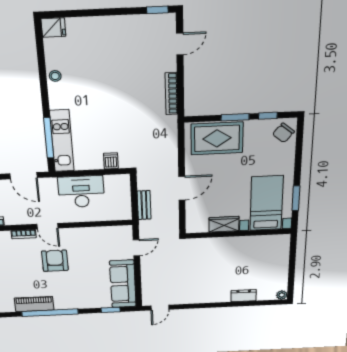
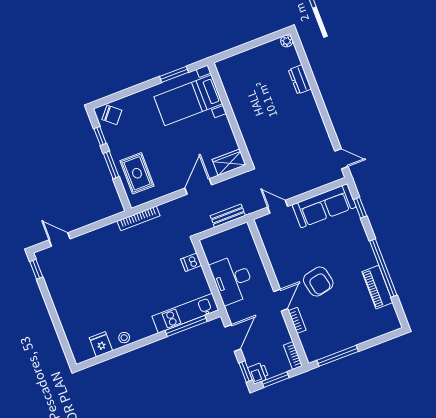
fridge: (53, 28) -> (101, 344), moved
bookcase: (171, 94) -> (138, 218), moved
rug: (217, 138) -> (137, 173), width x0.73, depth x0.70
door: (182, 188) -> (198, 186), hinge flipped
wardrobe: (224, 224) -> (229, 162), moved, turned 90
armchair: (55, 261) -> (318, 281), turned -102

